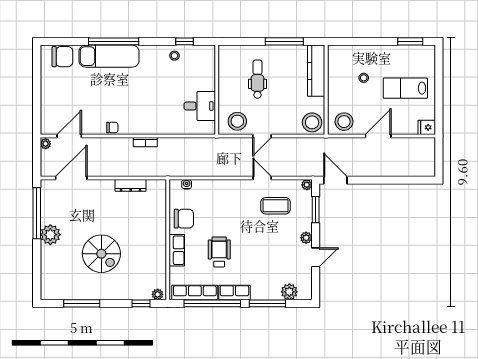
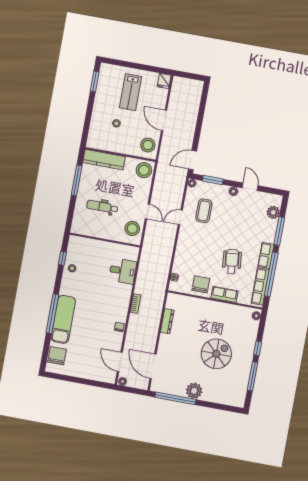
desk: (200, 106) -> (123, 271), moved, turned 90
wheelchair: (219, 252) -> (232, 261), turned 84
window: (141, 303) -> (258, 348), moved

